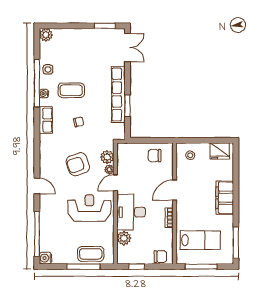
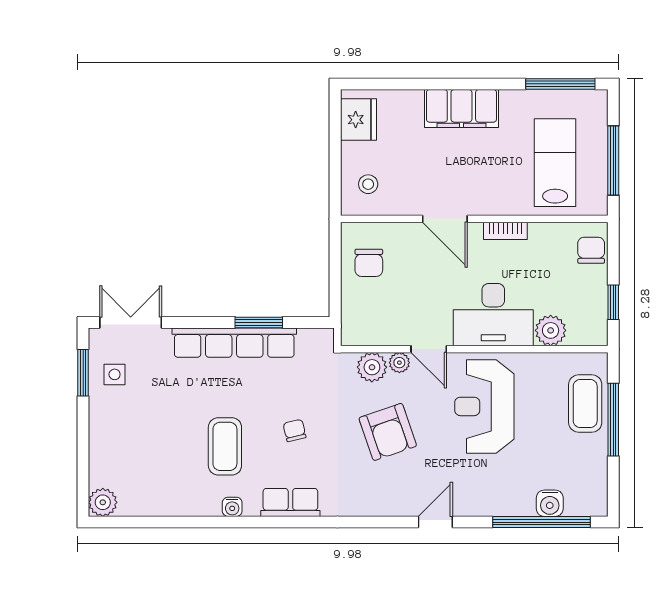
side table: (48, 69) -> (115, 374), moved
window: (37, 83) -> (209, 522), removed
water cooler: (45, 258) -> (550, 503), moved

